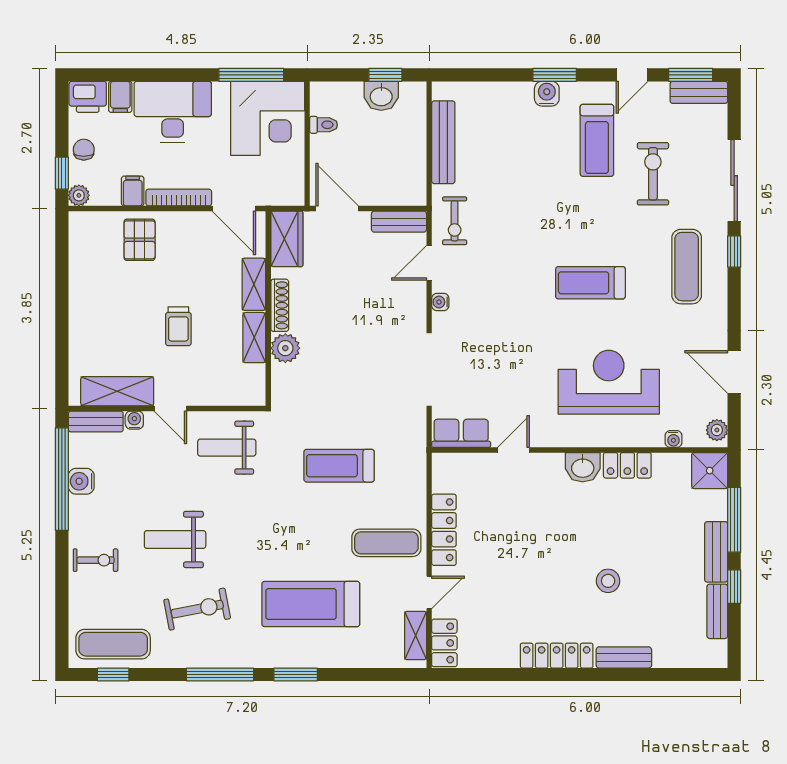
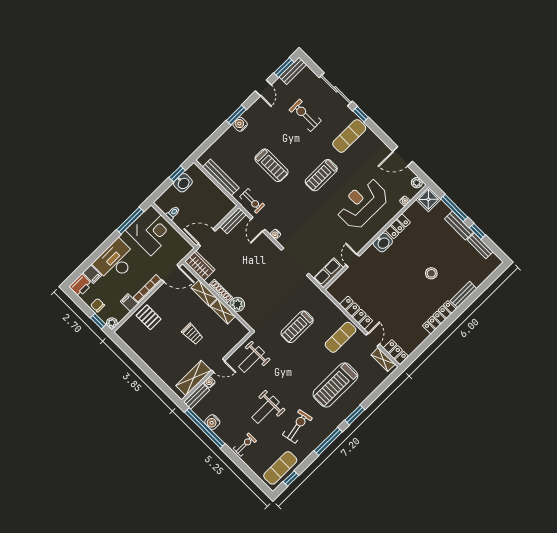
treadmill: (597, 140) -> (271, 165), moved
exercise mat: (687, 267) -> (349, 136), turned 90

